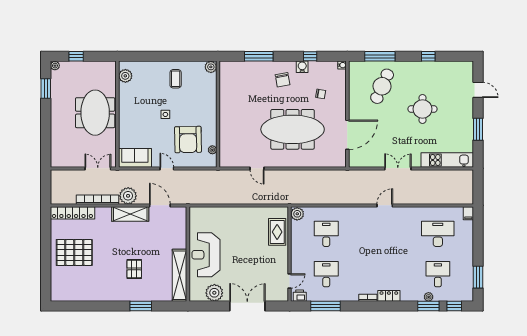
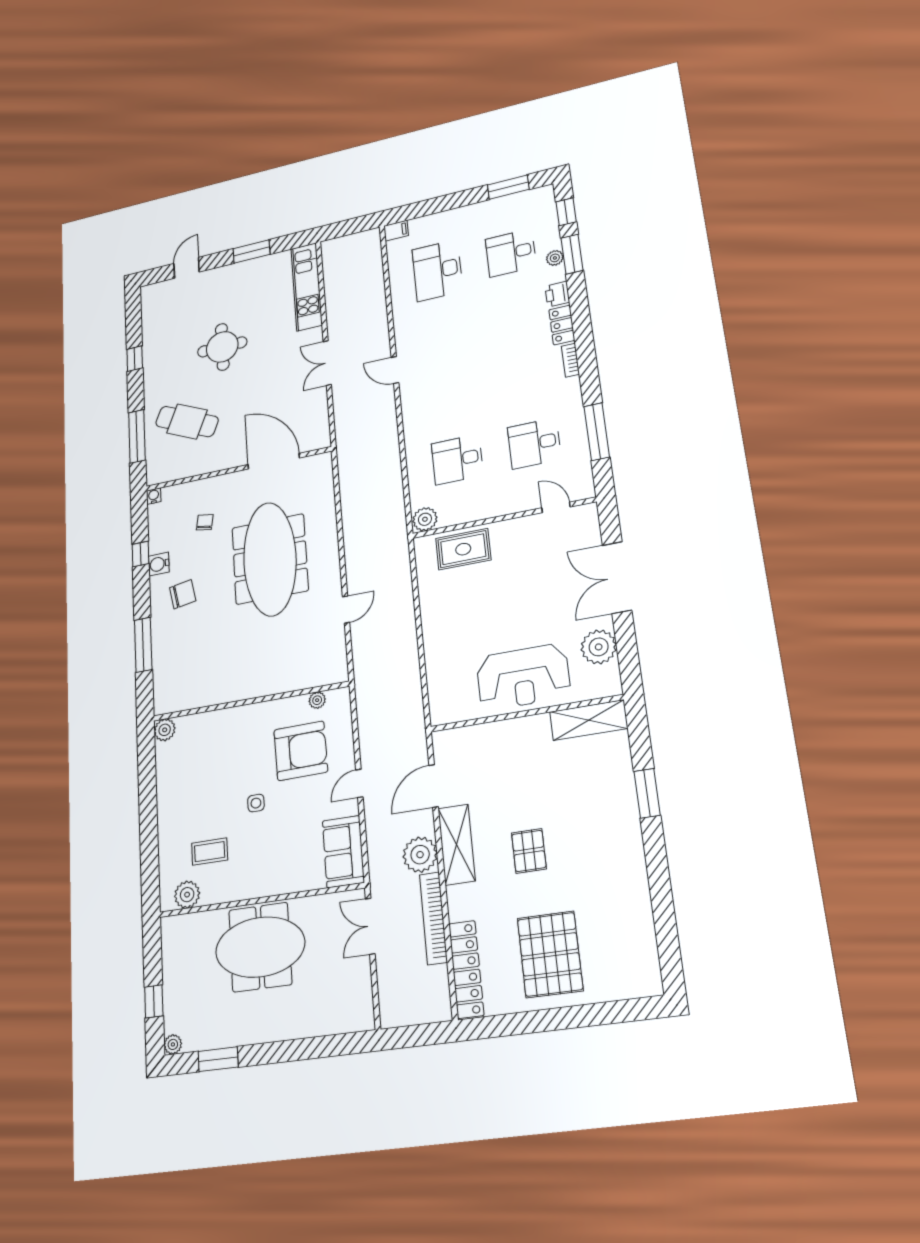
coffee table: (176, 79) -> (210, 852), moved
pallet: (134, 269) -> (529, 851), moved, turned 90
shelving: (180, 275) -> (589, 720), width x0.68
printer: (300, 296) -> (557, 294), moved

